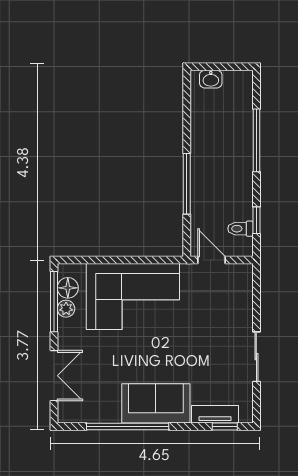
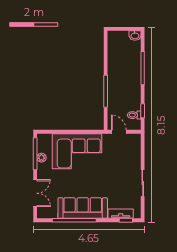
washbasin: (211, 79) -> (135, 36), moved
floor lamp: (68, 288) -> (42, 147), removed
sofa: (156, 403) -> (83, 208), width x1.36

